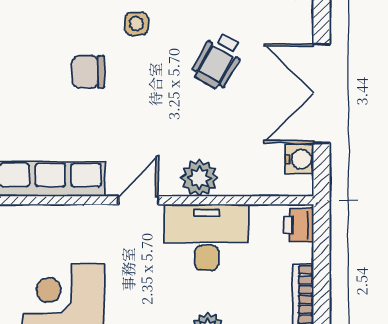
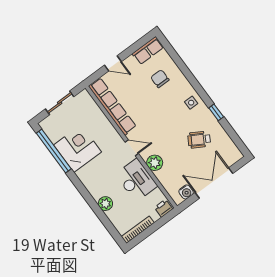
chair: (88, 72) -> (160, 79), moved

